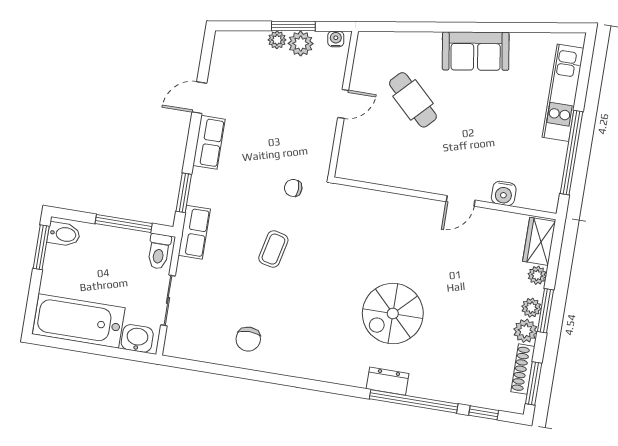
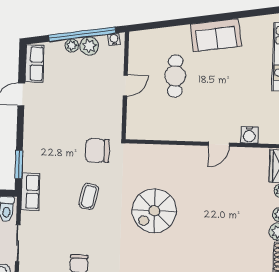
window: (293, 26) -> (82, 34), width x2.11
cafe table: (413, 100) -> (175, 76), turned 46
row of seats: (209, 142) -> (34, 64), moved
chair: (293, 188) -> (97, 151), width x1.87, depth x1.87
spiral stairs: (393, 314) -> (154, 211), moved

